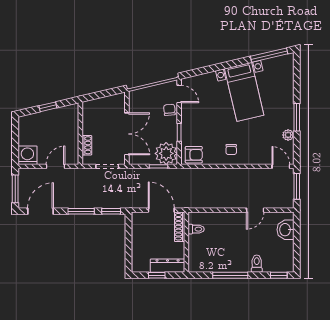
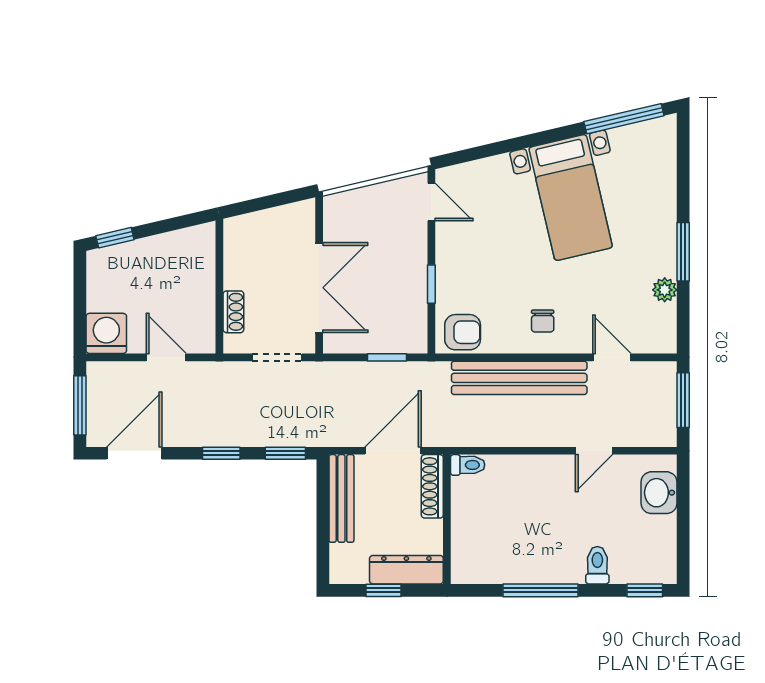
window: (48, 107) -> (115, 238), moved
chair: (169, 110) -> (410, 236), removed
plant: (166, 153) -> (404, 329), removed
door: (55, 166) -> (166, 357), hinge flipped
door: (281, 166) -> (612, 357), moved
bench: (220, 176) -> (519, 378), added
door: (161, 210) -> (393, 451), hinge flipped
window: (81, 211) -> (221, 453), width x0.67
toilet: (196, 229) -> (468, 465), moved
bench: (137, 232) -> (341, 498), added

